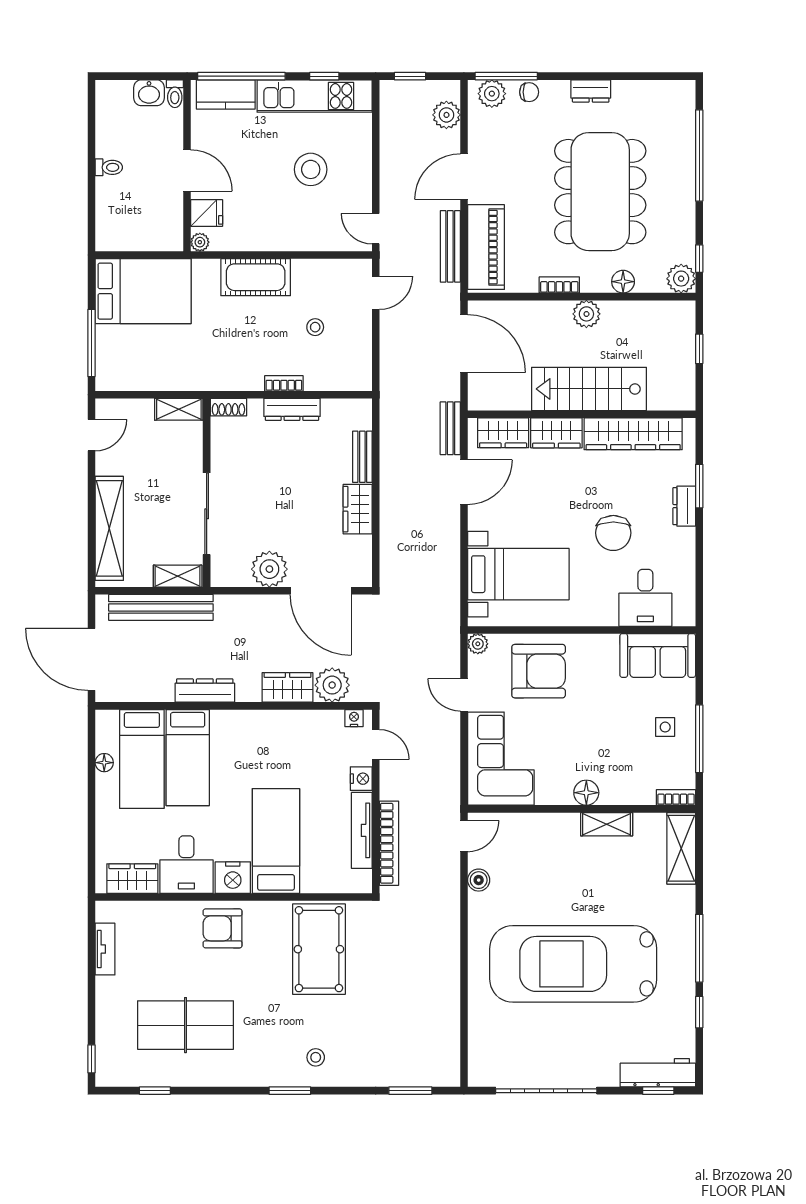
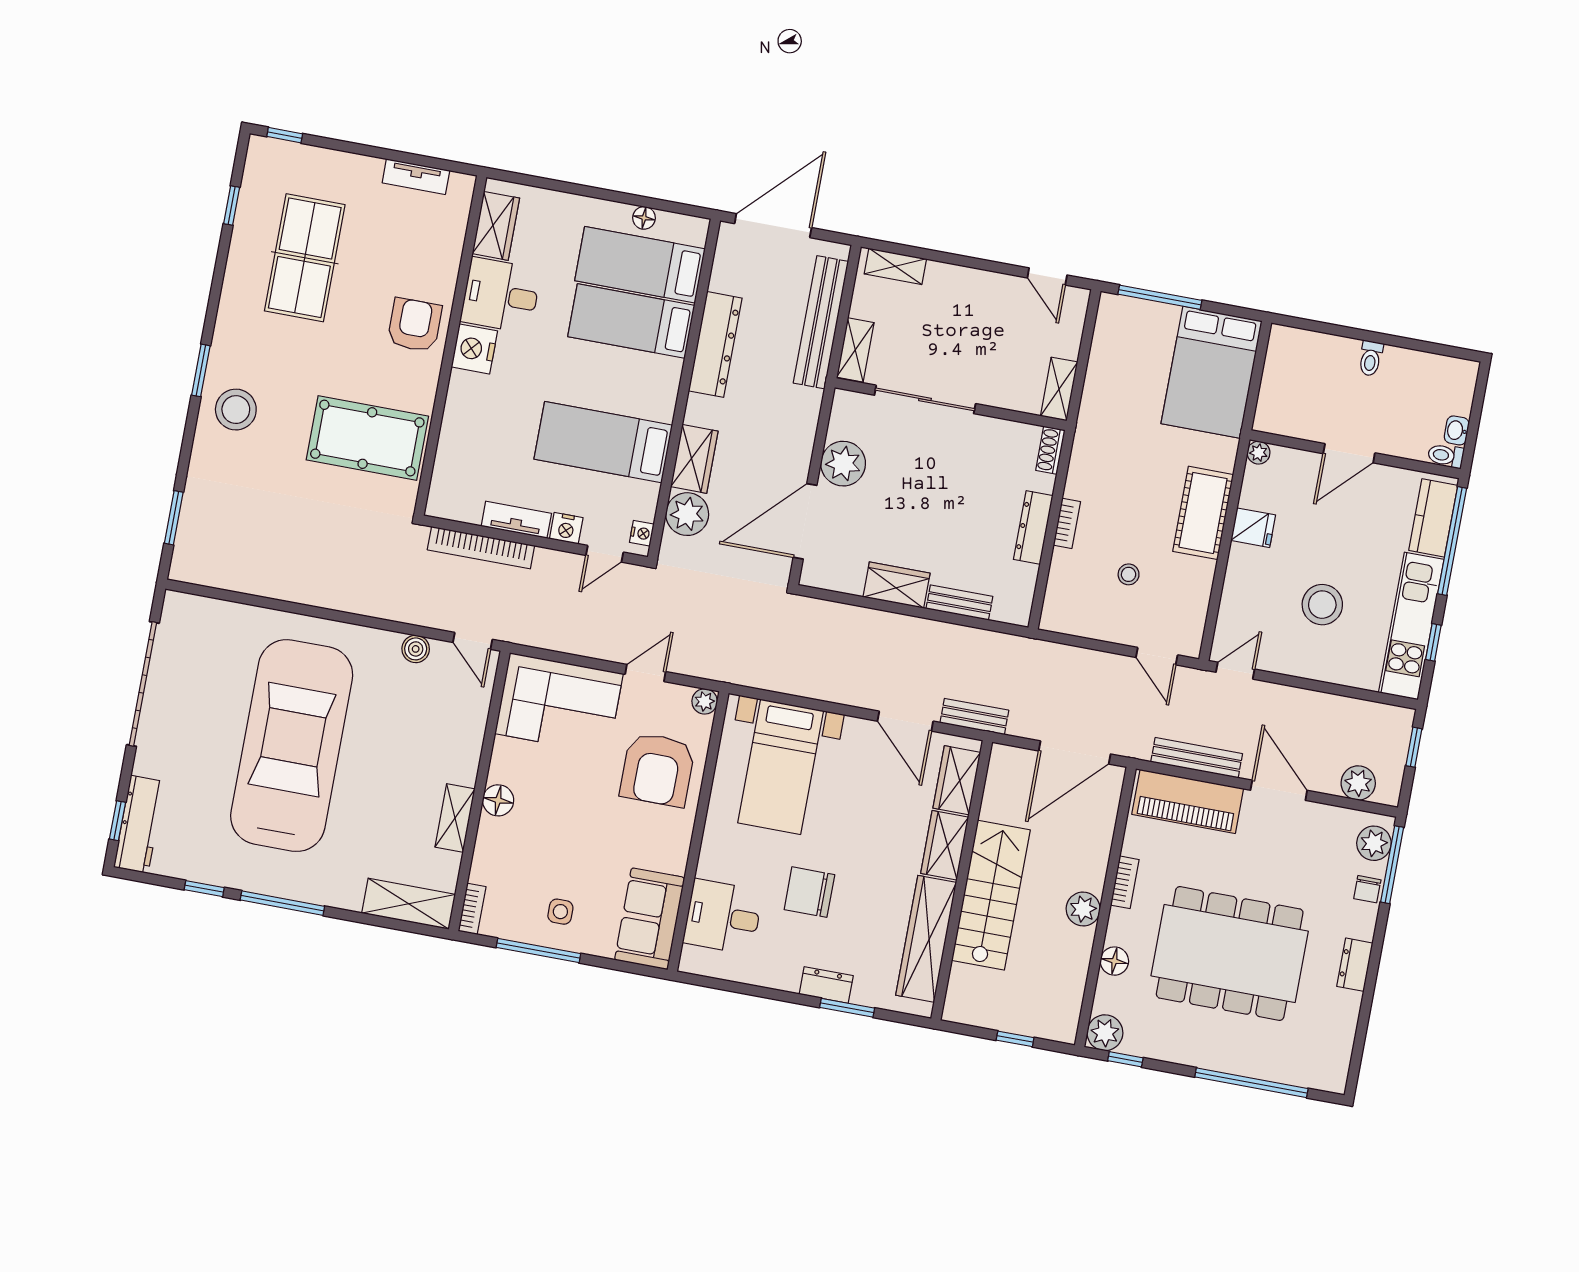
washbasin: (149, 93) -> (1457, 430), width x0.72, depth x0.69
fridge: (207, 213) -> (1253, 528), moved, turned -90
shelving: (109, 528) -> (895, 266), width x0.45, depth x0.75
dresser: (205, 691) -> (715, 344), width x1.37, depth x1.24
tv unit: (362, 830) -> (516, 520), width x0.71
bed: (276, 841) -> (603, 442), moved, turned 180
stool: (316, 1057) -> (236, 410), width x1.89, depth x1.89

